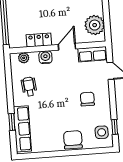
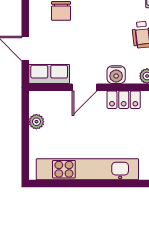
plant: (95, 25) -> (36, 122), width x0.53, depth x0.53

